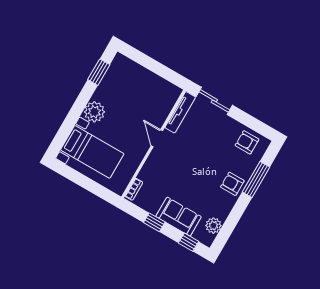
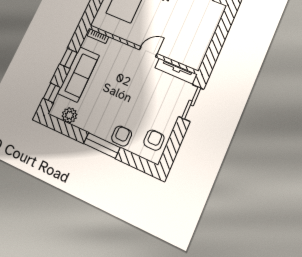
window: (256, 180) -> (102, 146), moved
armchair: (232, 184) -> (122, 136), moved
sofa: (179, 217) -> (79, 74), width x1.36

